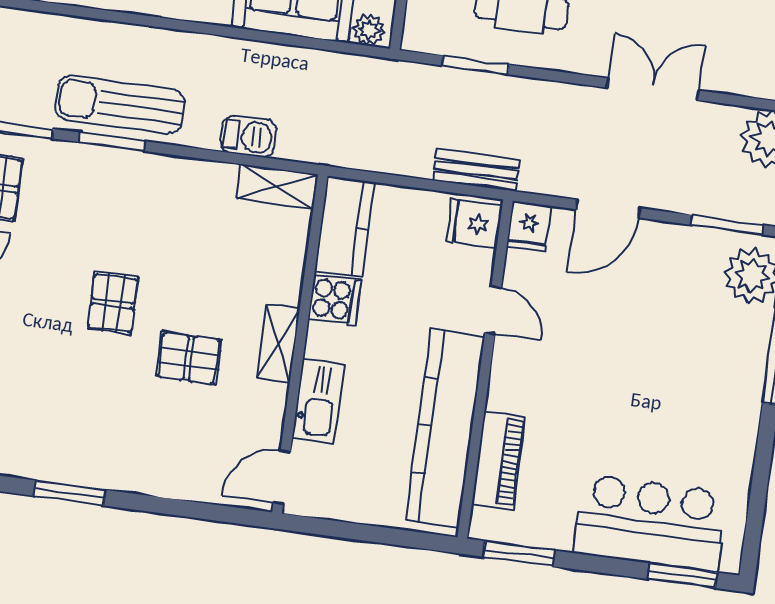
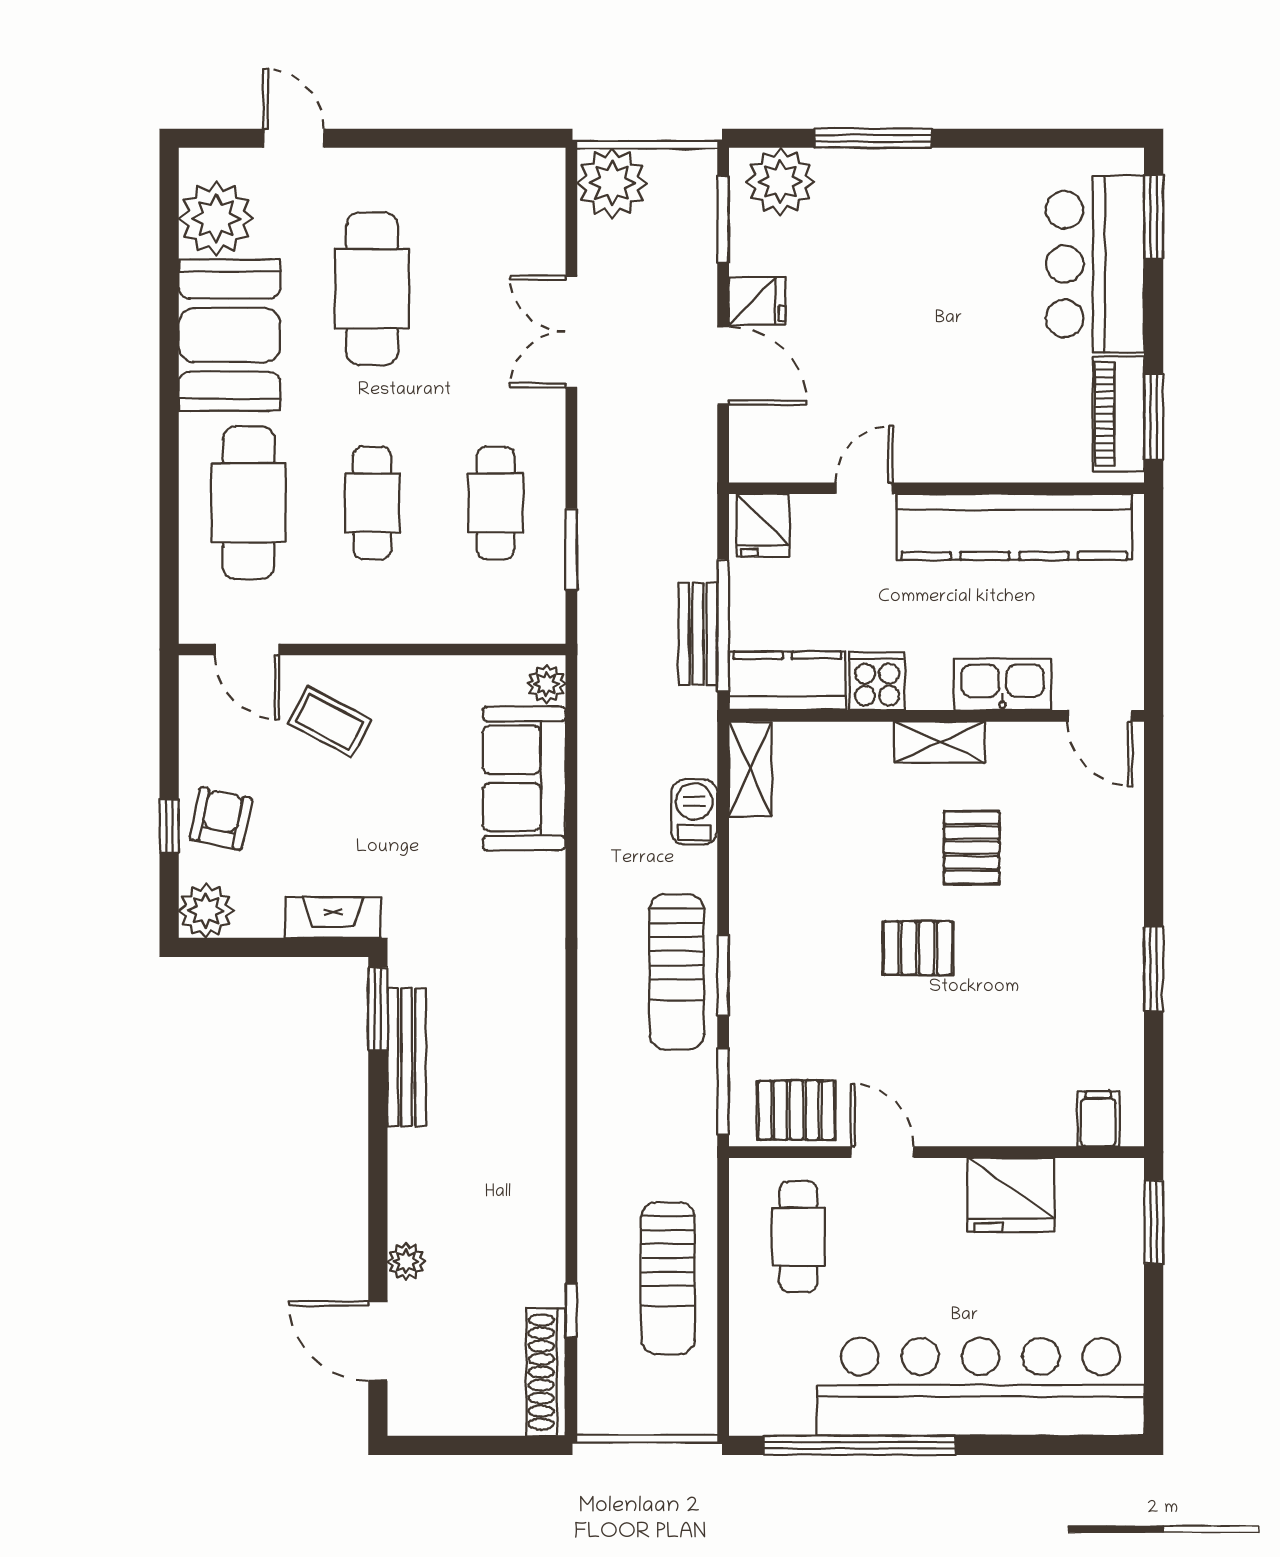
bench: (476, 170) -> (698, 634), moved
window: (397, 180) -> (723, 626), added
fridge: (529, 226) -> (757, 301), moved
piano: (499, 461) -> (1118, 414), moved, turned -90

